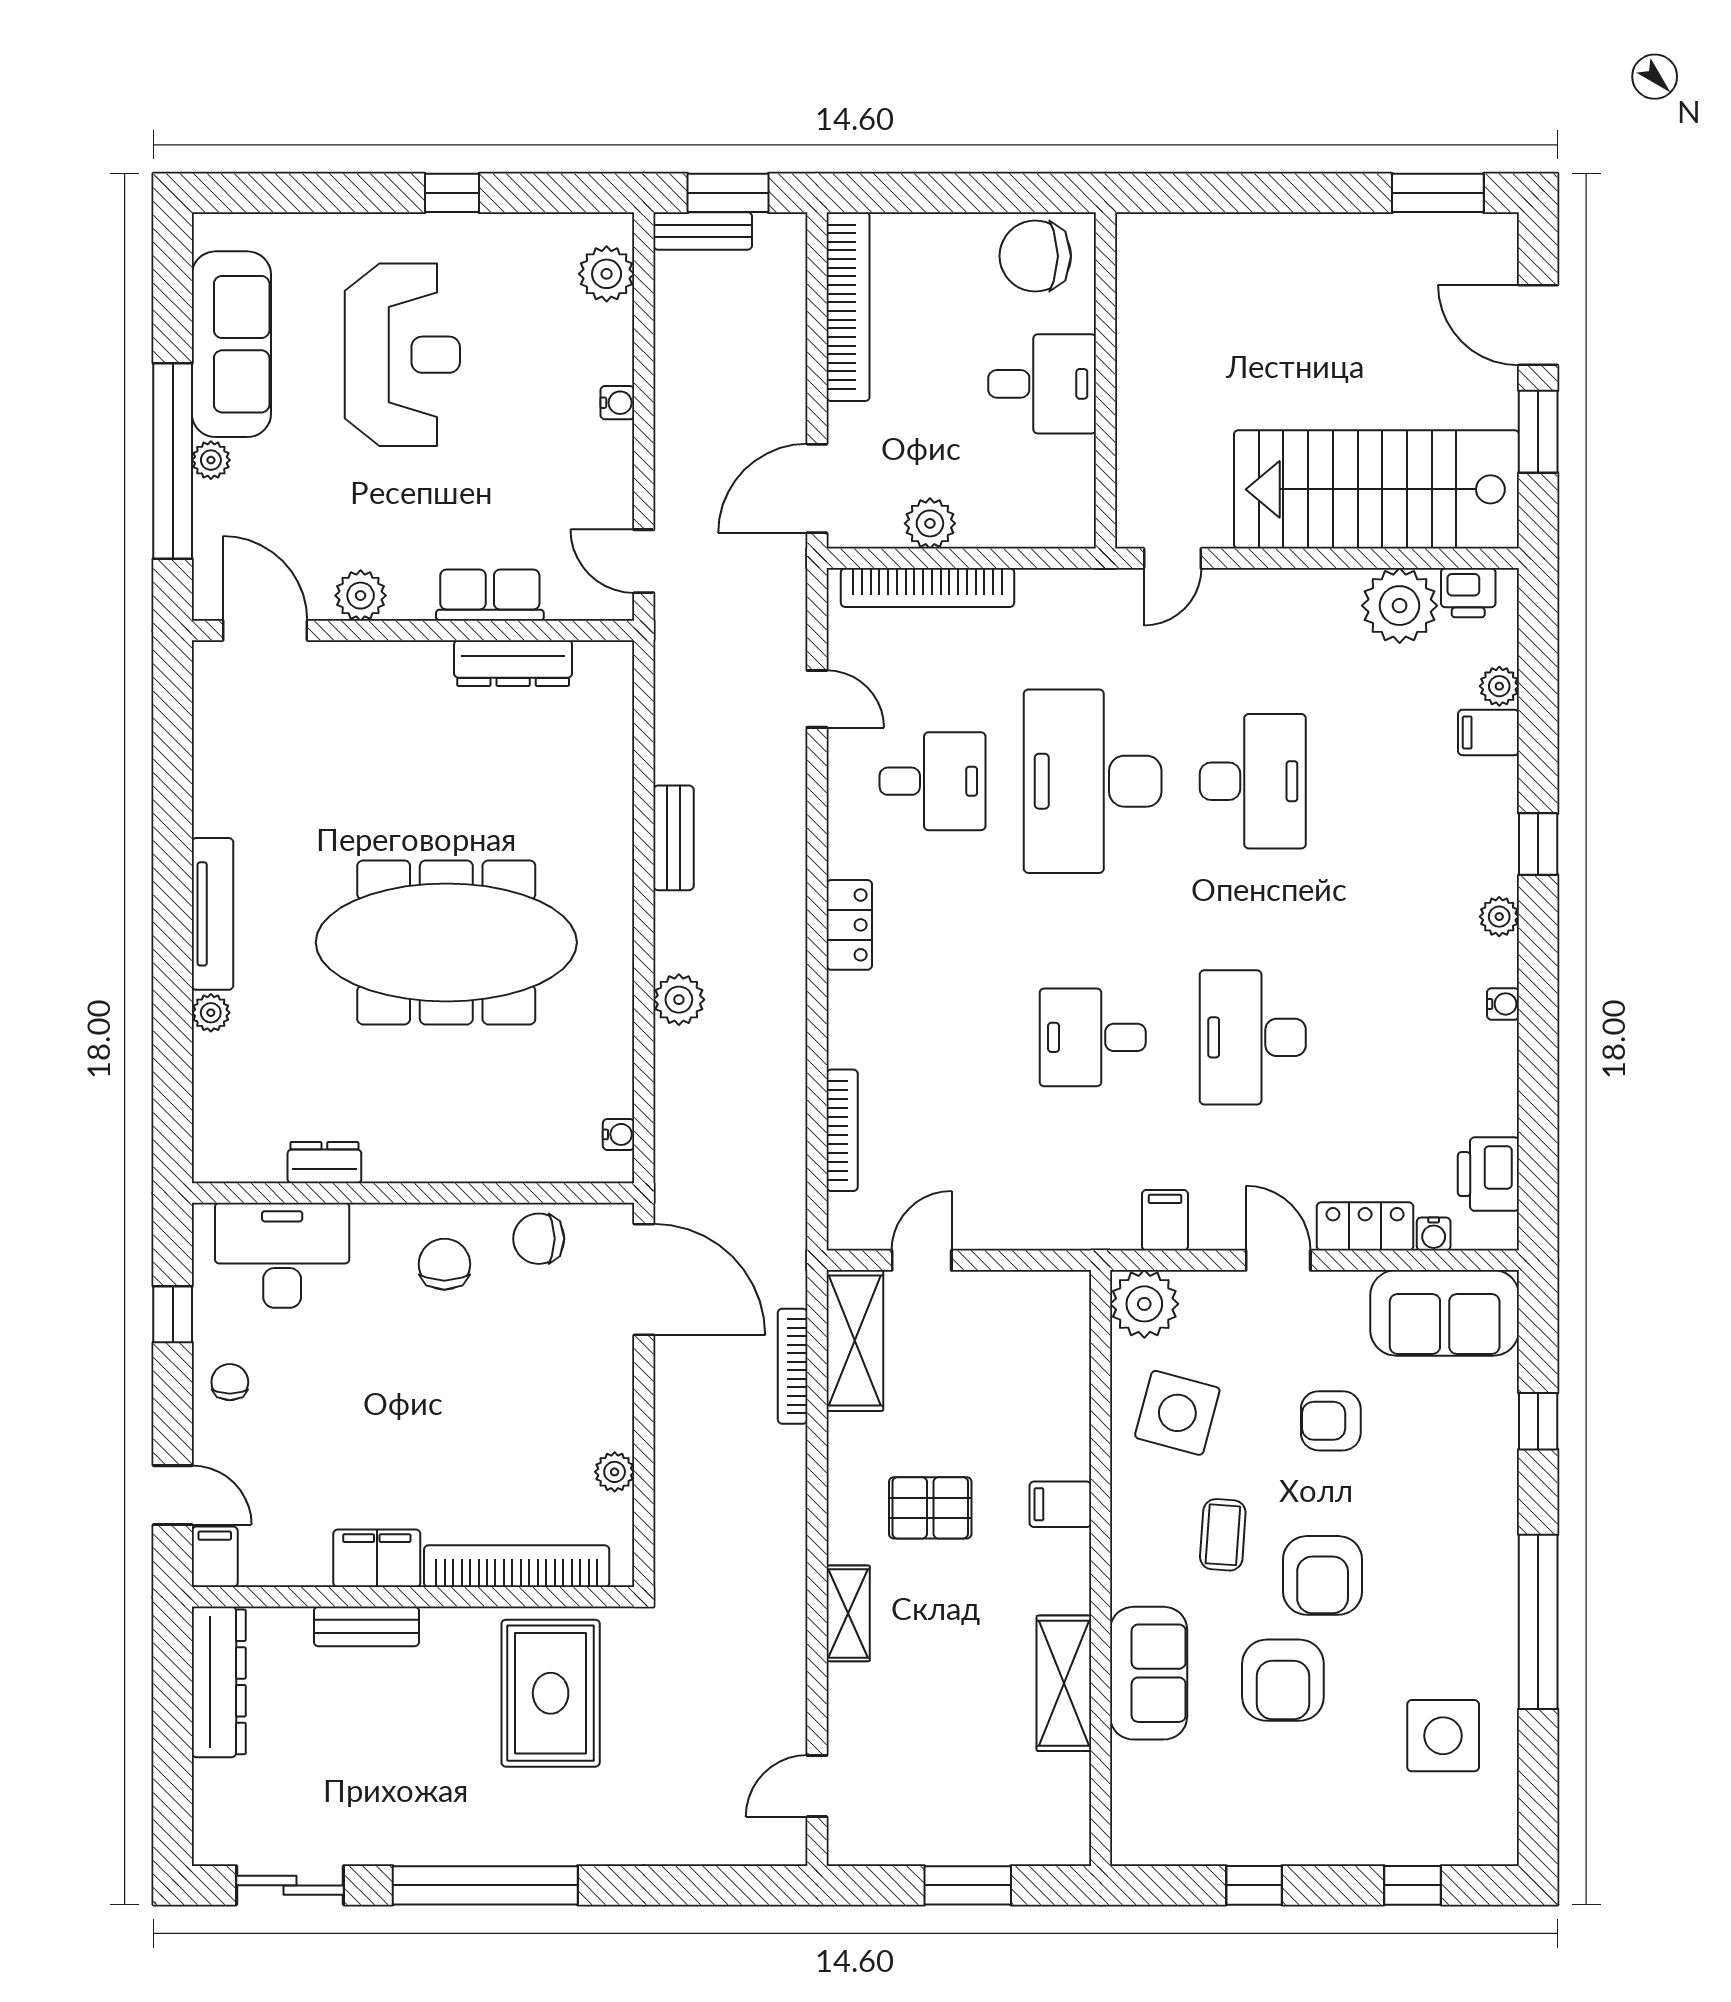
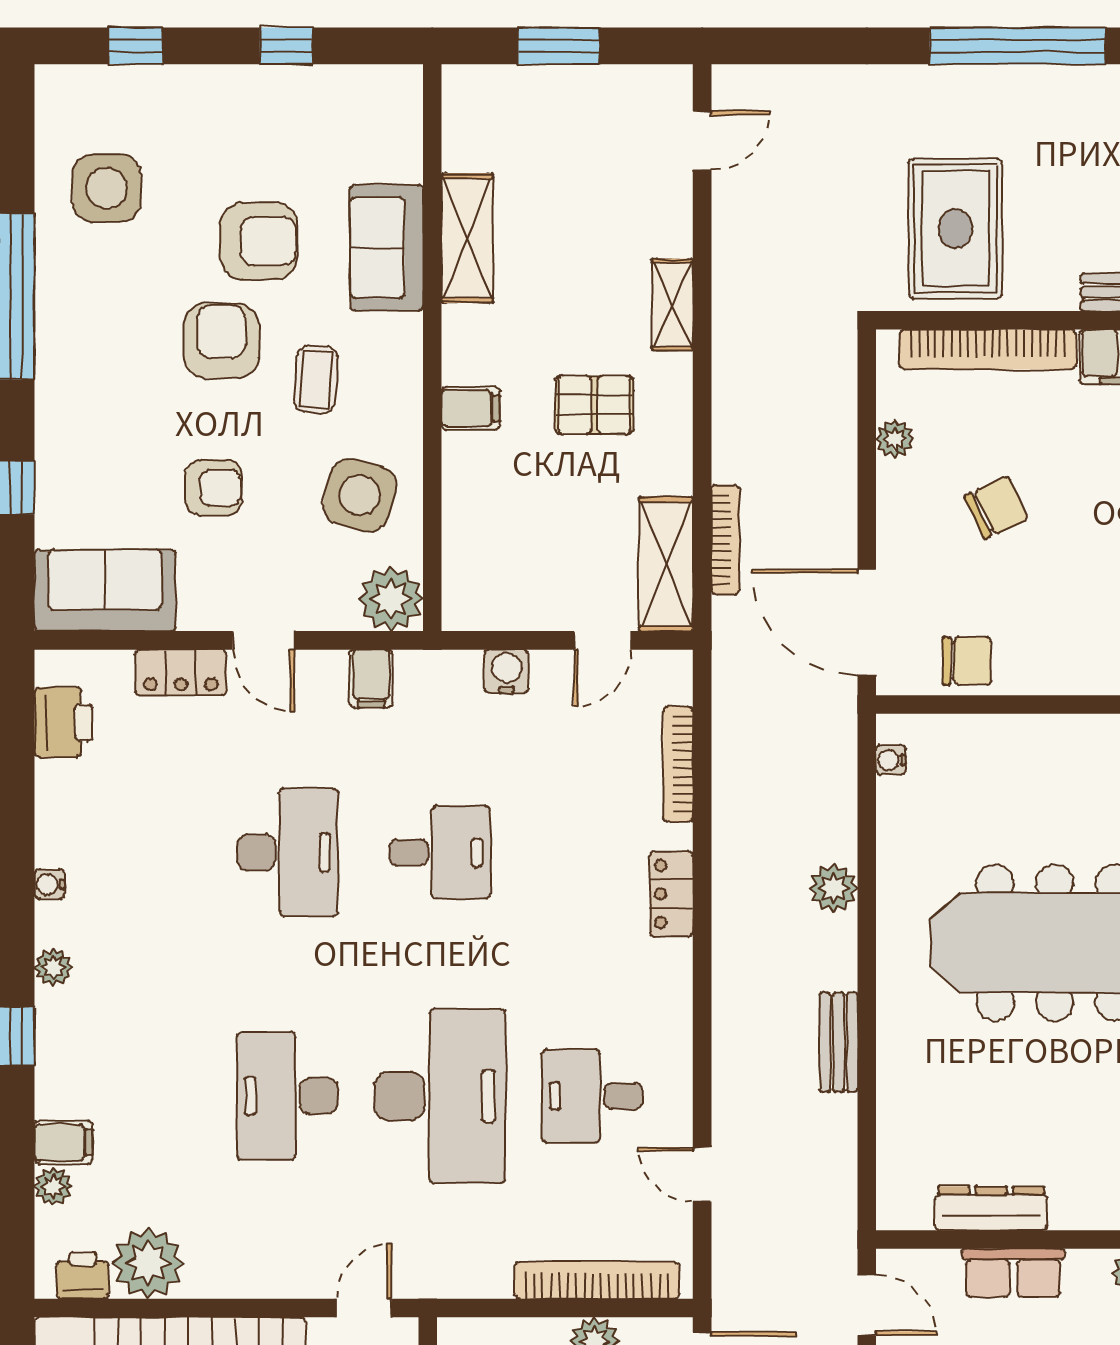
locker: (849, 925) -> (671, 894), moved
water cooler: (1434, 1234) -> (507, 671), moved, width x1.38, depth x1.38
chair: (444, 1264) -> (996, 507), moved, turned -115
armchair: (1283, 1680) -> (259, 241), turned 90

